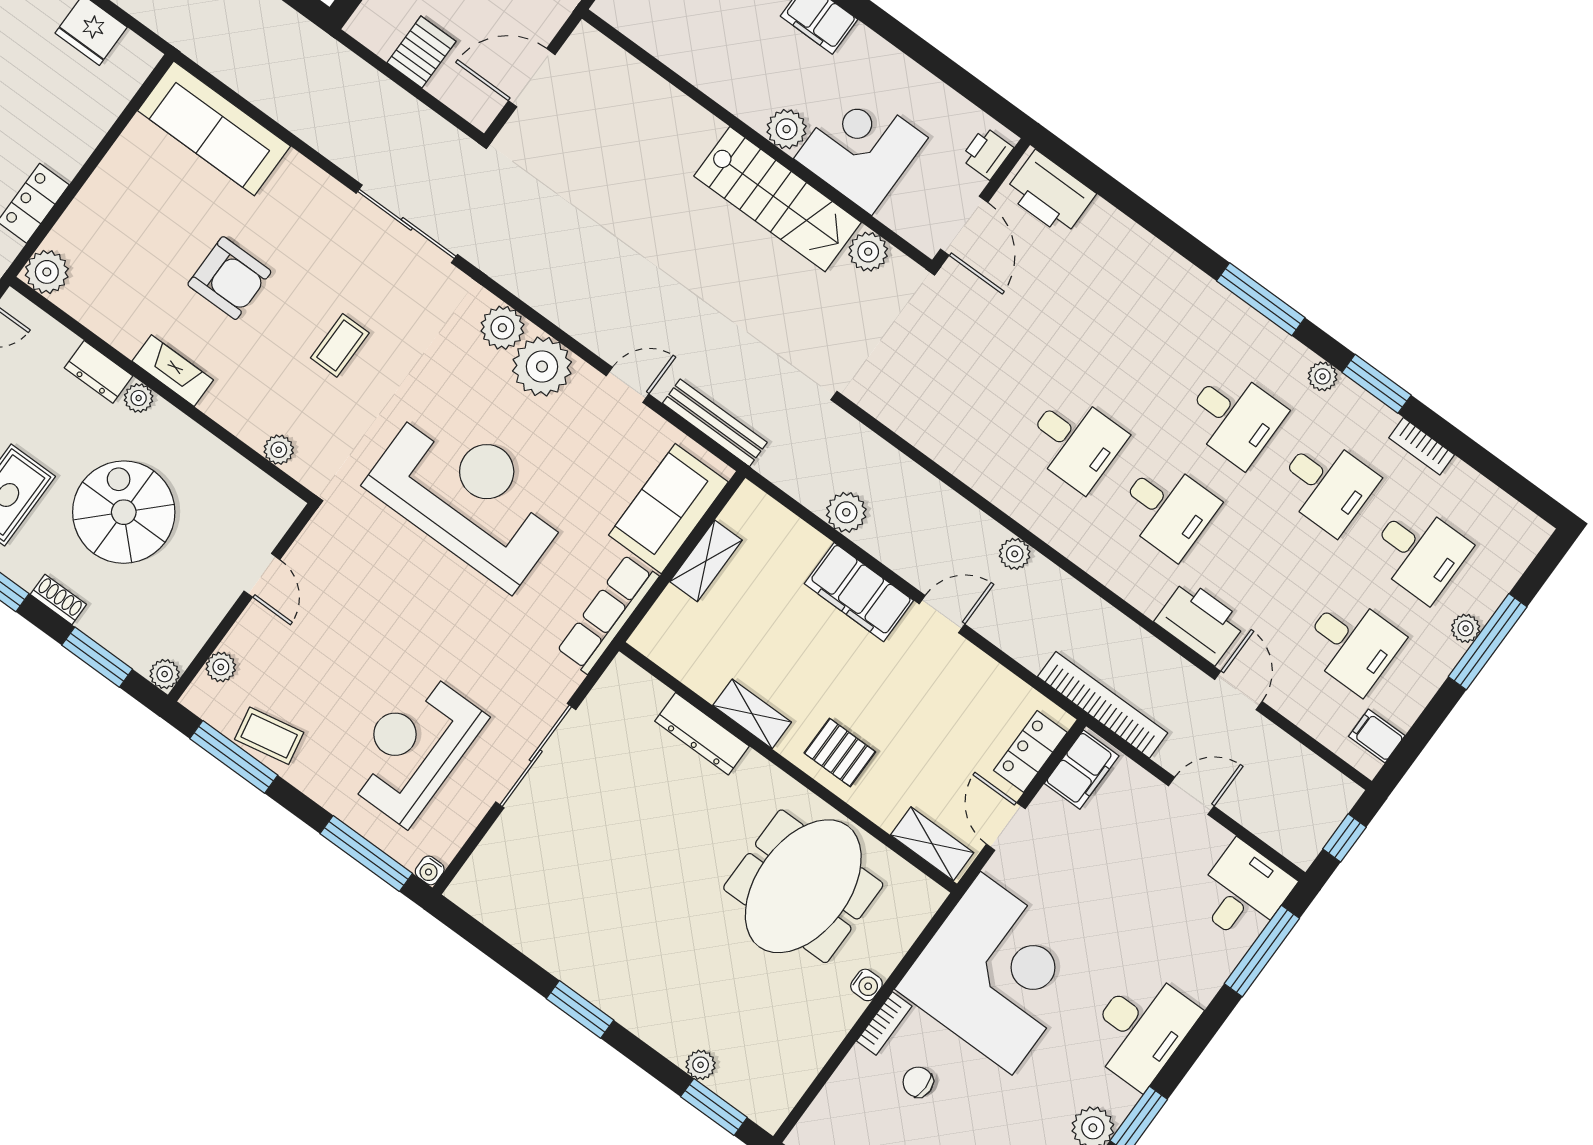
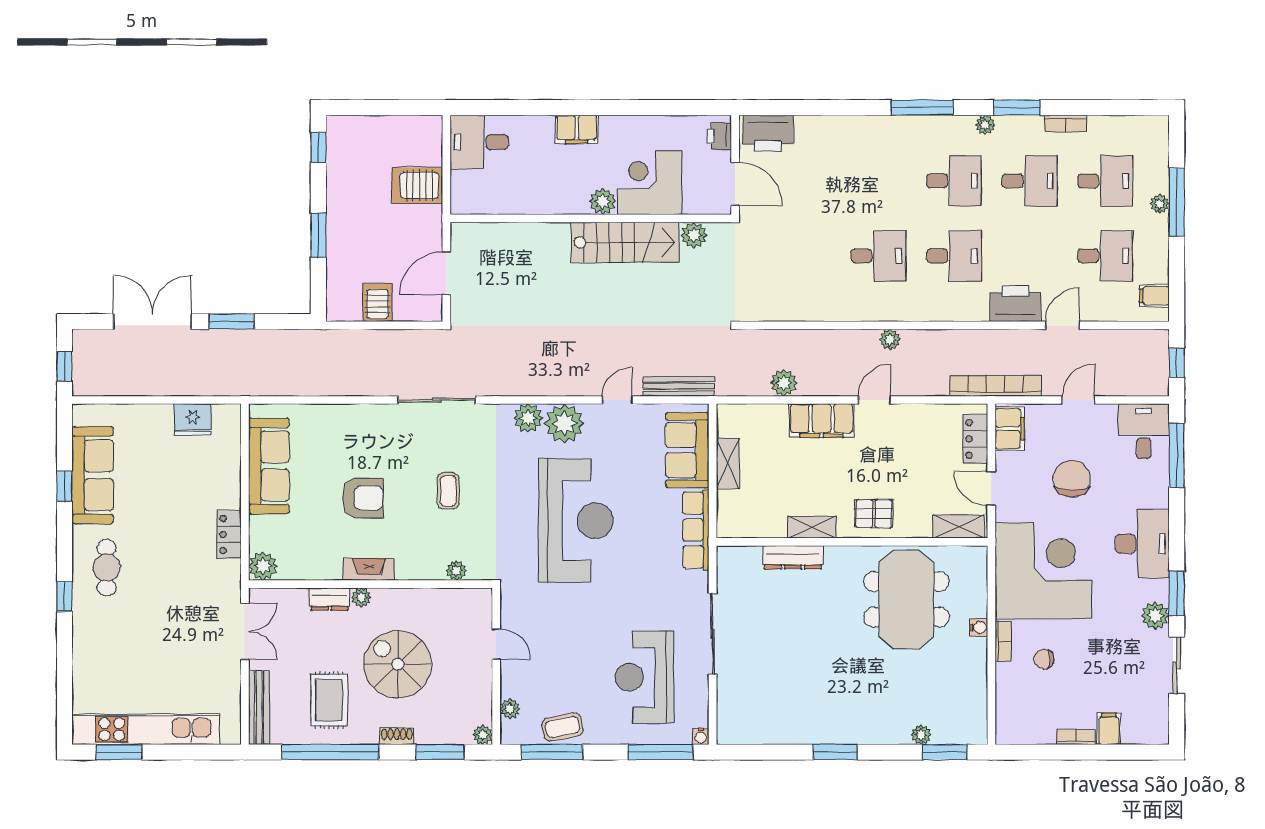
sofa: (214, 128) -> (269, 466), moved, turned -90
reception desk: (469, 495) -> (576, 521), turned 90
door: (1238, 691) -> (1063, 325), hinge flipped
chair: (1113, 886) -> (1072, 479), added

